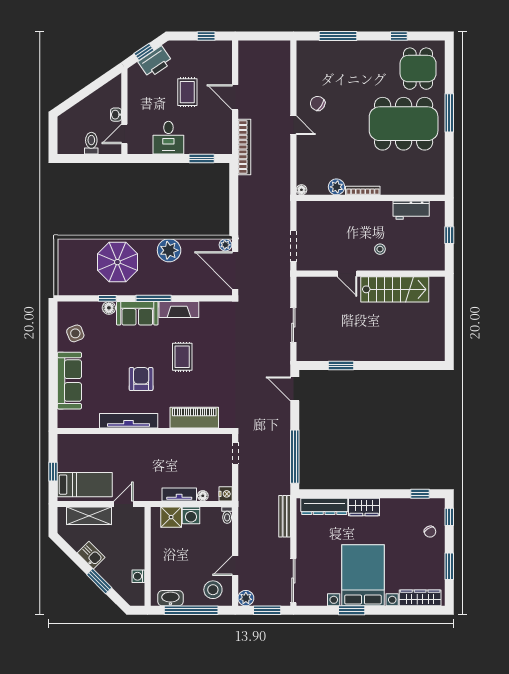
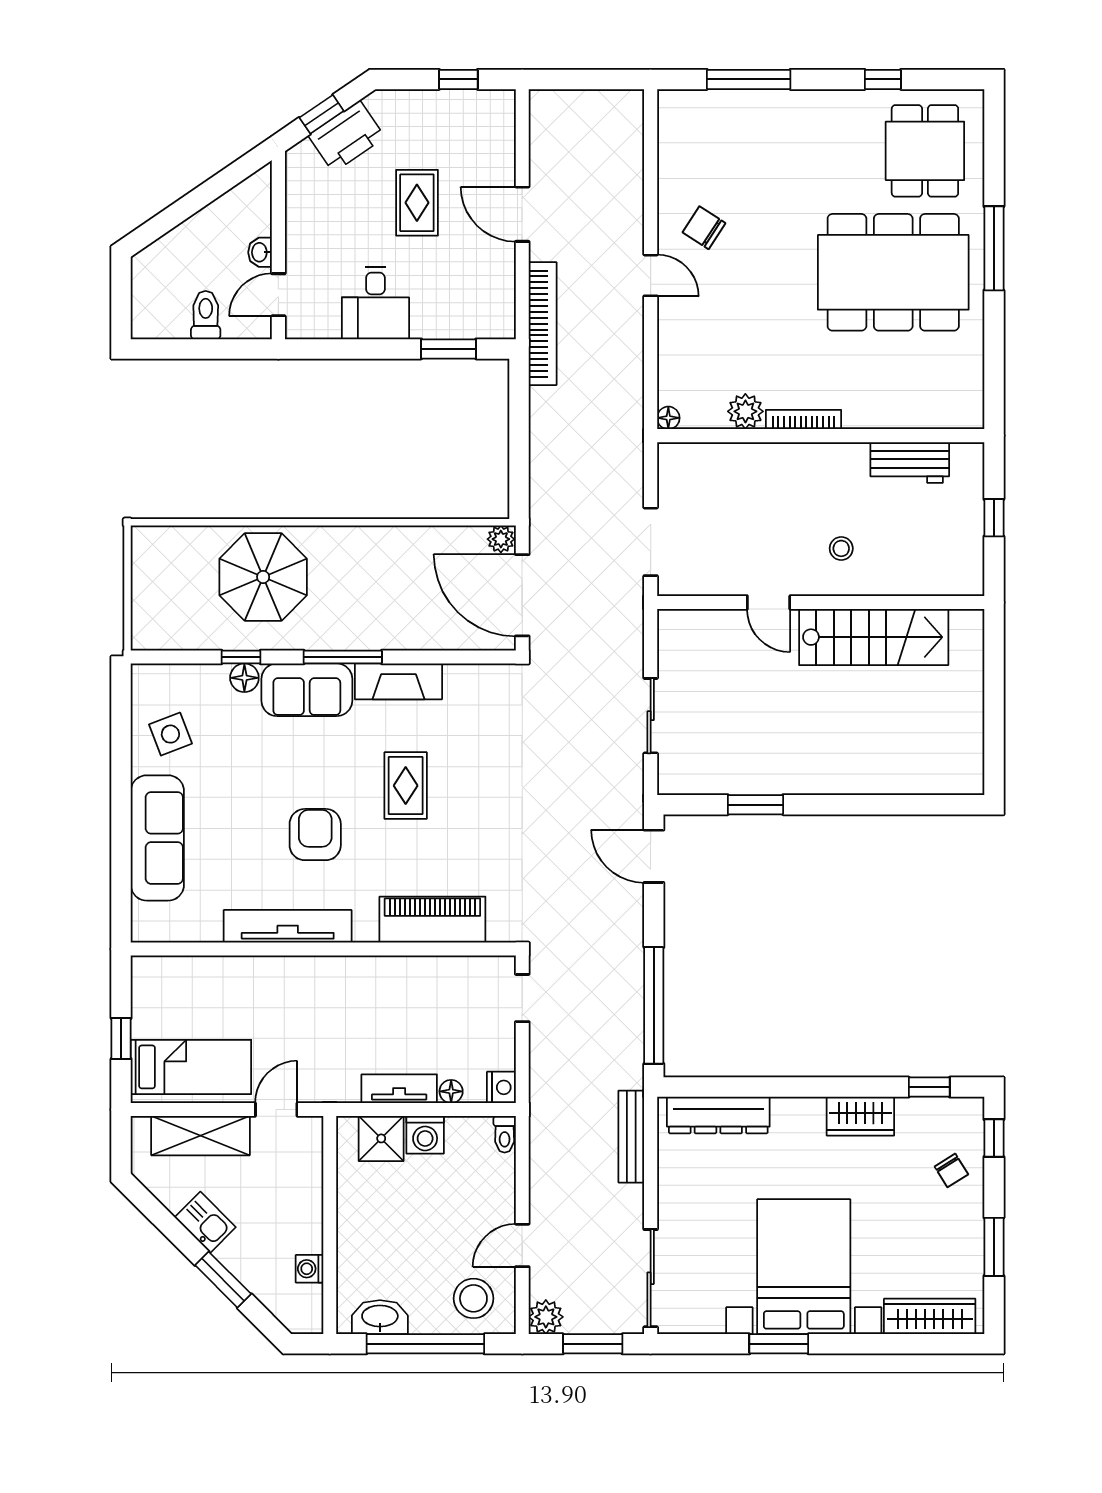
plant: (169, 250) -> (377, 551), removed
wardrobe: (364, 507) -> (860, 1116), moved

